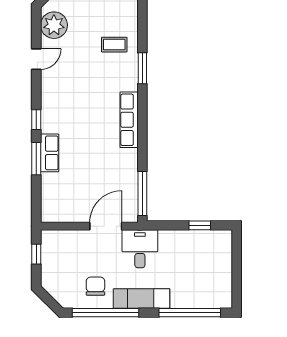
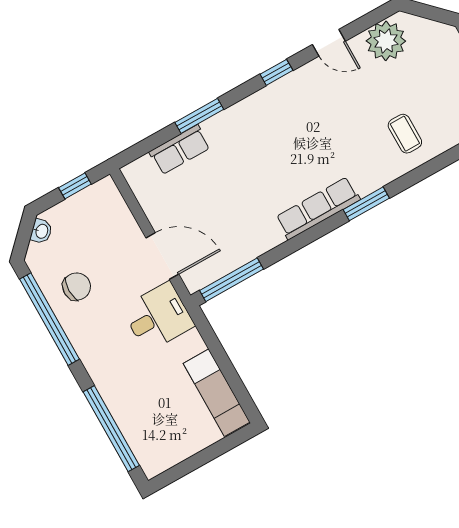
window: (142, 68) -> (366, 204), moved
window: (36, 120) -> (276, 72), moved
row of seats: (50, 153) -> (180, 150), moved
window: (200, 225) -> (232, 378), removed
washbasin: (52, 289) -> (41, 231), added
exam couch: (141, 299) -> (217, 393), moved, turned 180

